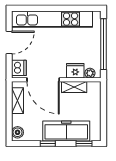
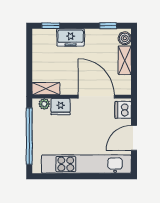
shelving: (74, 87) -> (46, 89), moved
shelving: (18, 101) -> (125, 60), moved
freezer: (66, 131) -> (71, 37), width x0.52, depth x0.79
window: (48, 144) -> (108, 26), moved

